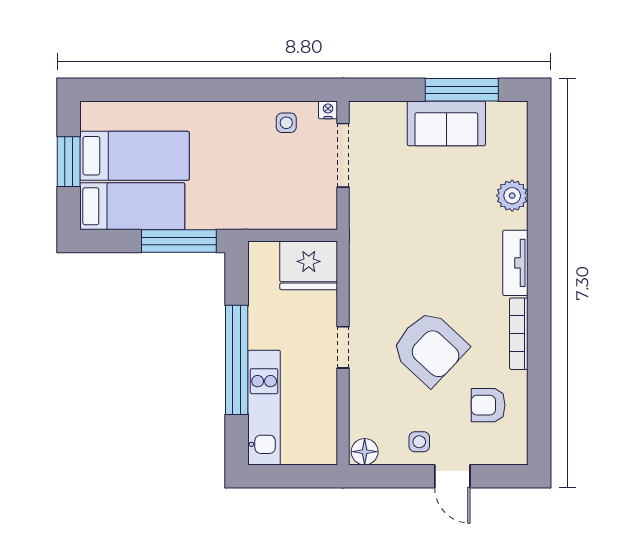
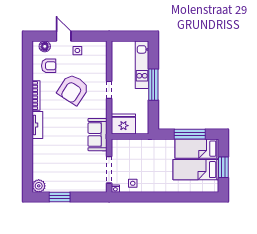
window: (462, 90) -> (60, 197), width x0.69
sofa: (446, 123) -> (97, 135), moved, turned -90
plant: (512, 196) -> (39, 186), moved
window: (179, 241) -> (190, 134), moved
armchair: (430, 348) -> (73, 90), turned -100
window: (237, 360) -> (153, 85), width x0.68
floor lamp: (365, 452) -> (45, 46), moved

